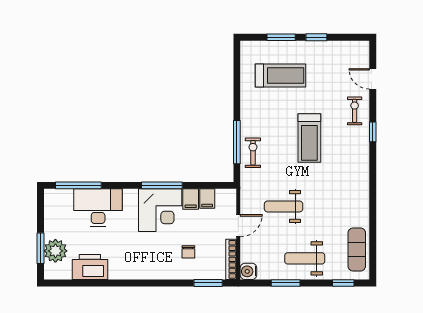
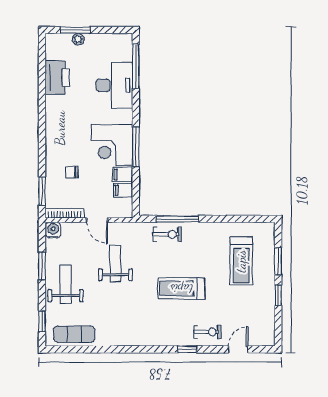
plant: (55, 251) -> (78, 39), width x0.53, depth x0.53

